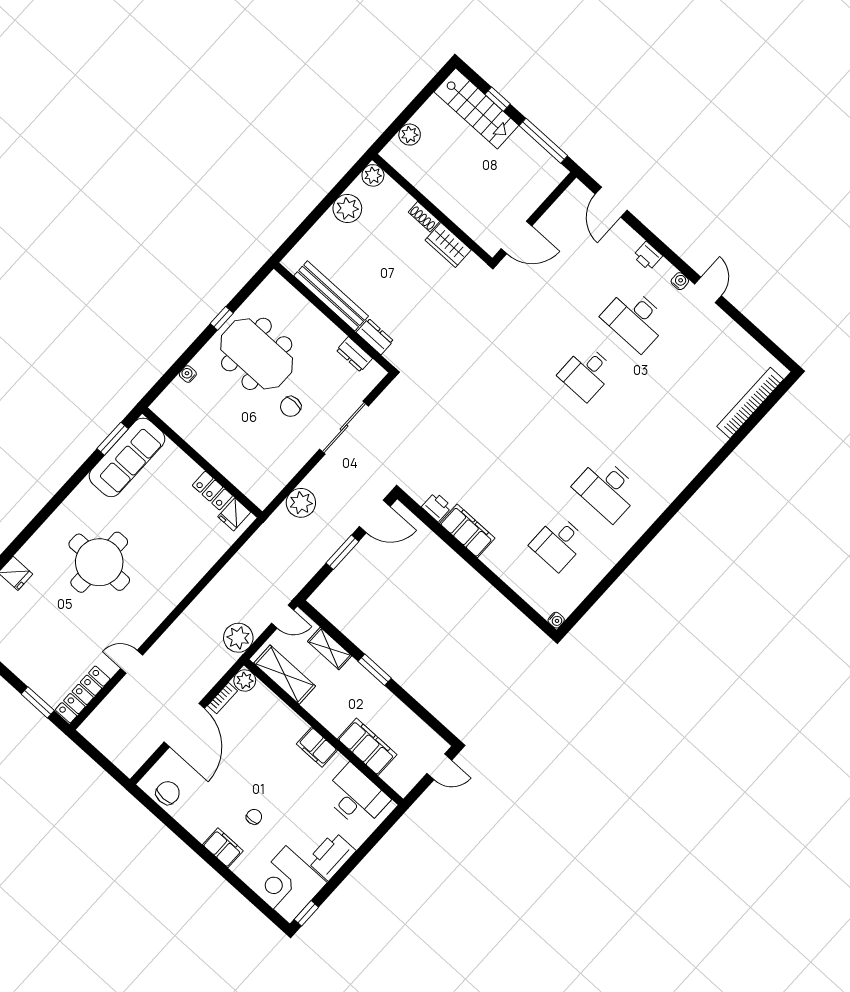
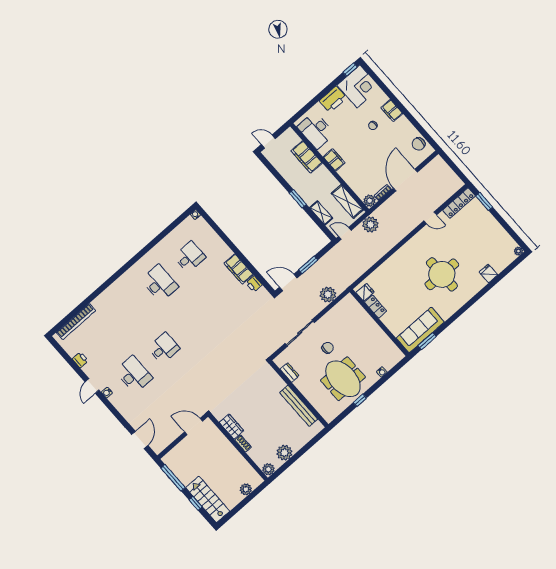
printer: (648, 256) -> (80, 360), moved
dresser: (375, 337) -> (277, 381), removed

